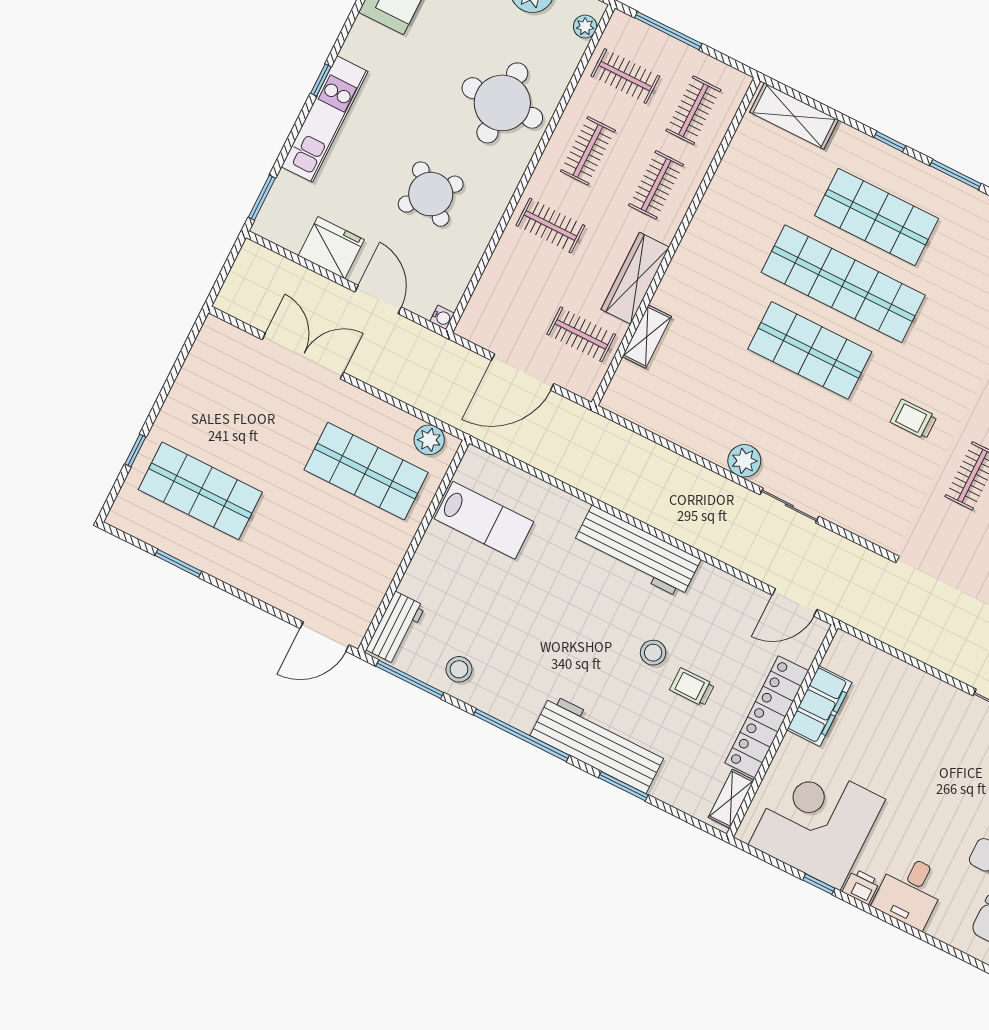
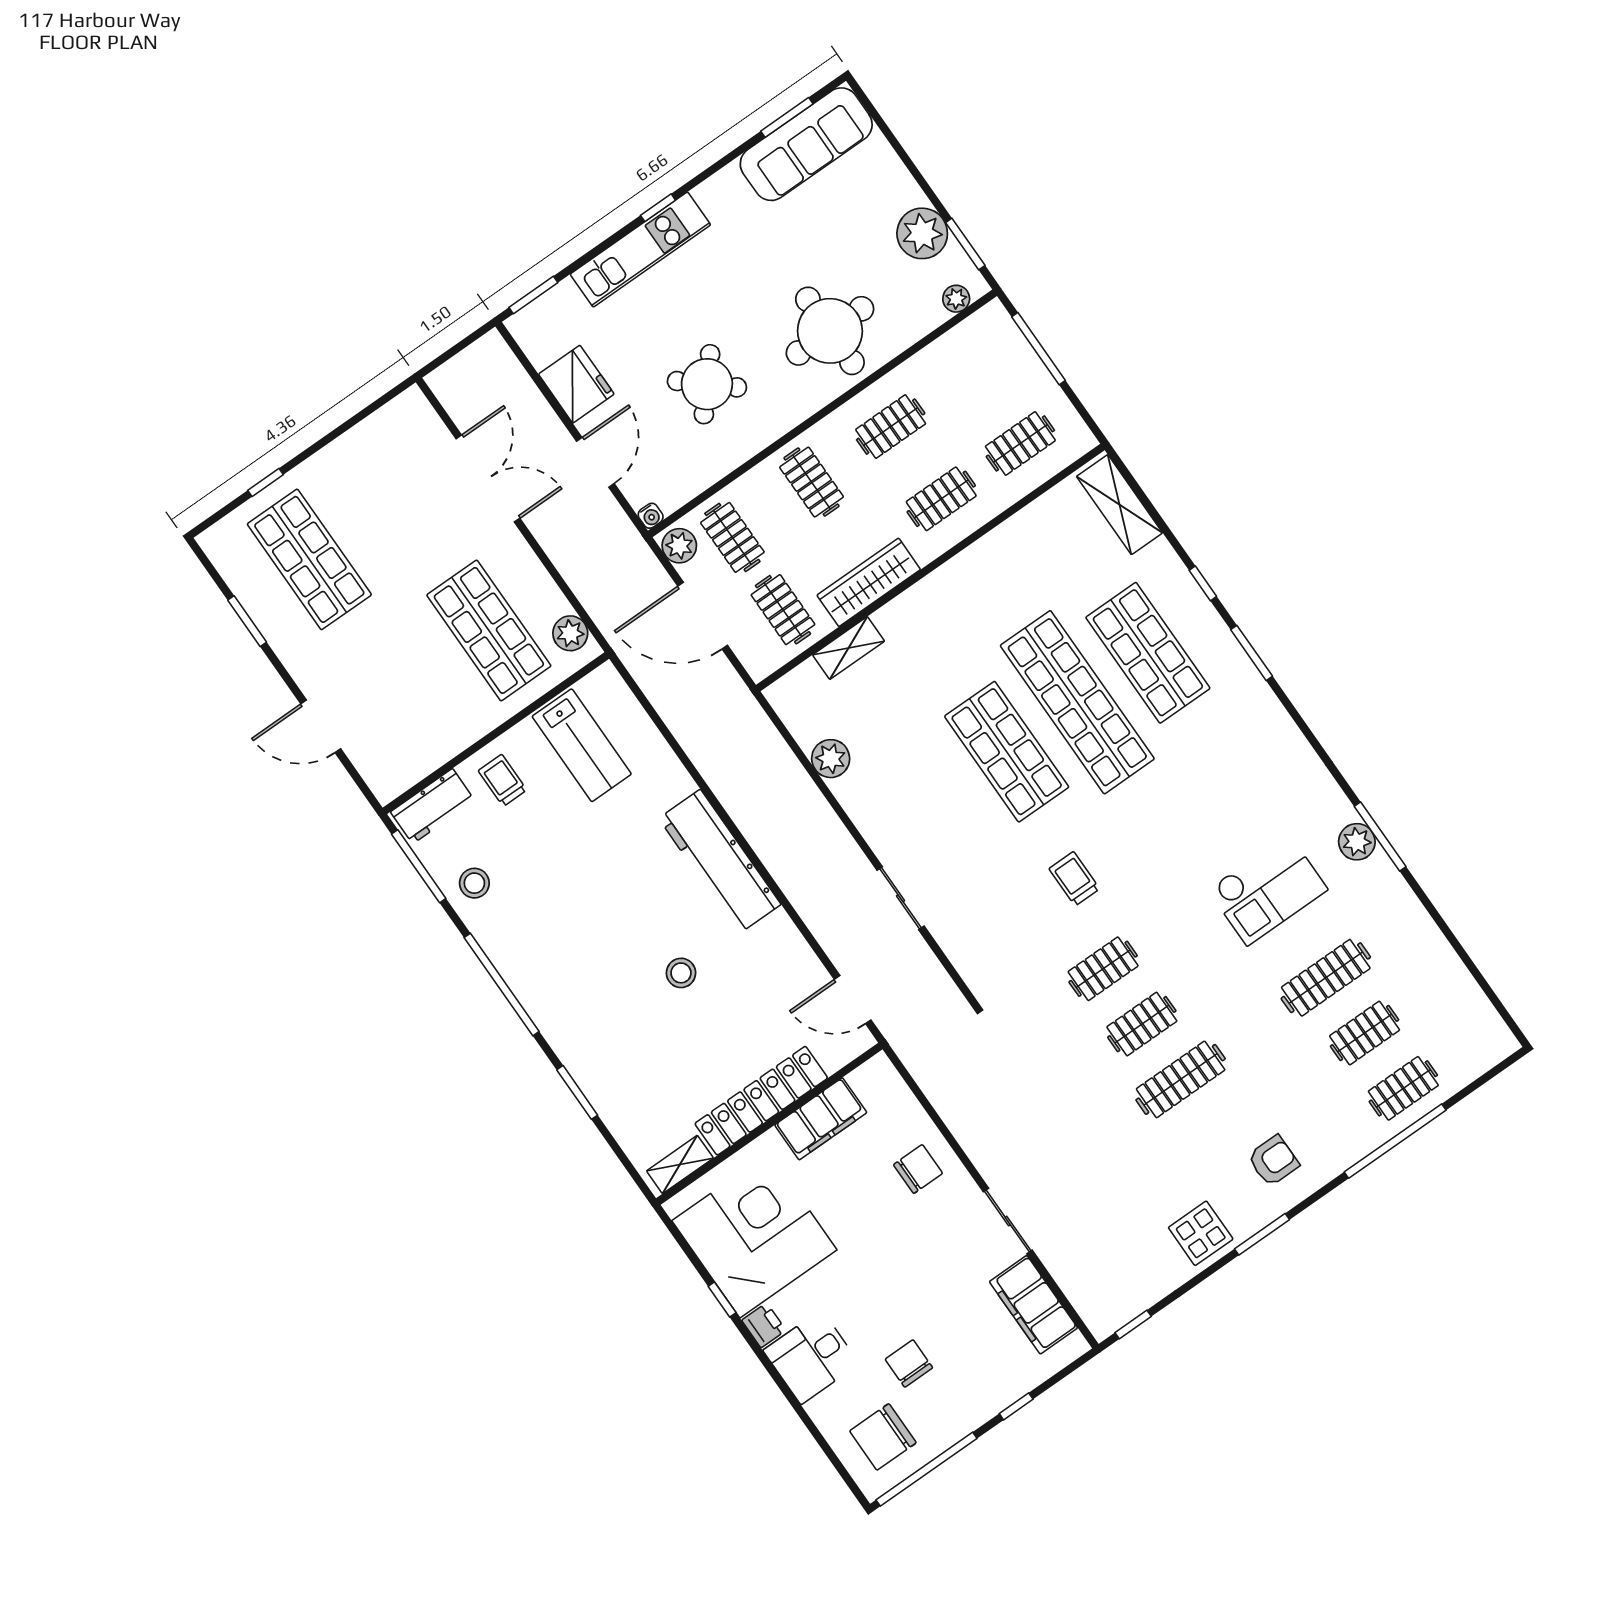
clothes rail: (625, 76) -> (732, 537), moved
plant: (476, 328) -> (679, 546), added
plant: (744, 461) -> (831, 759), moved
door: (325, 637) -> (321, 726), moved
trolley: (692, 687) -> (503, 780), moved
chair: (914, 704) -> (918, 1169), added
workbench: (598, 744) -> (575, 1035), removed

